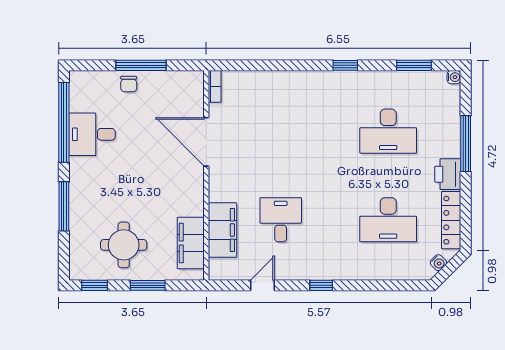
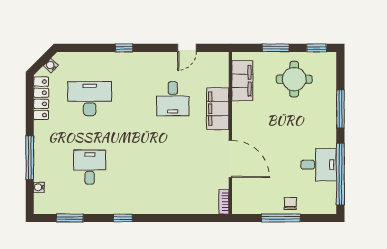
water cooler: (454, 77) -> (39, 187), moved
desk: (388, 131) -> (90, 167), width x0.73
printer: (448, 174) -> (44, 134), removed
filing cabinet: (222, 230) -> (218, 109), moved
window: (321, 285) -> (124, 48), moved

